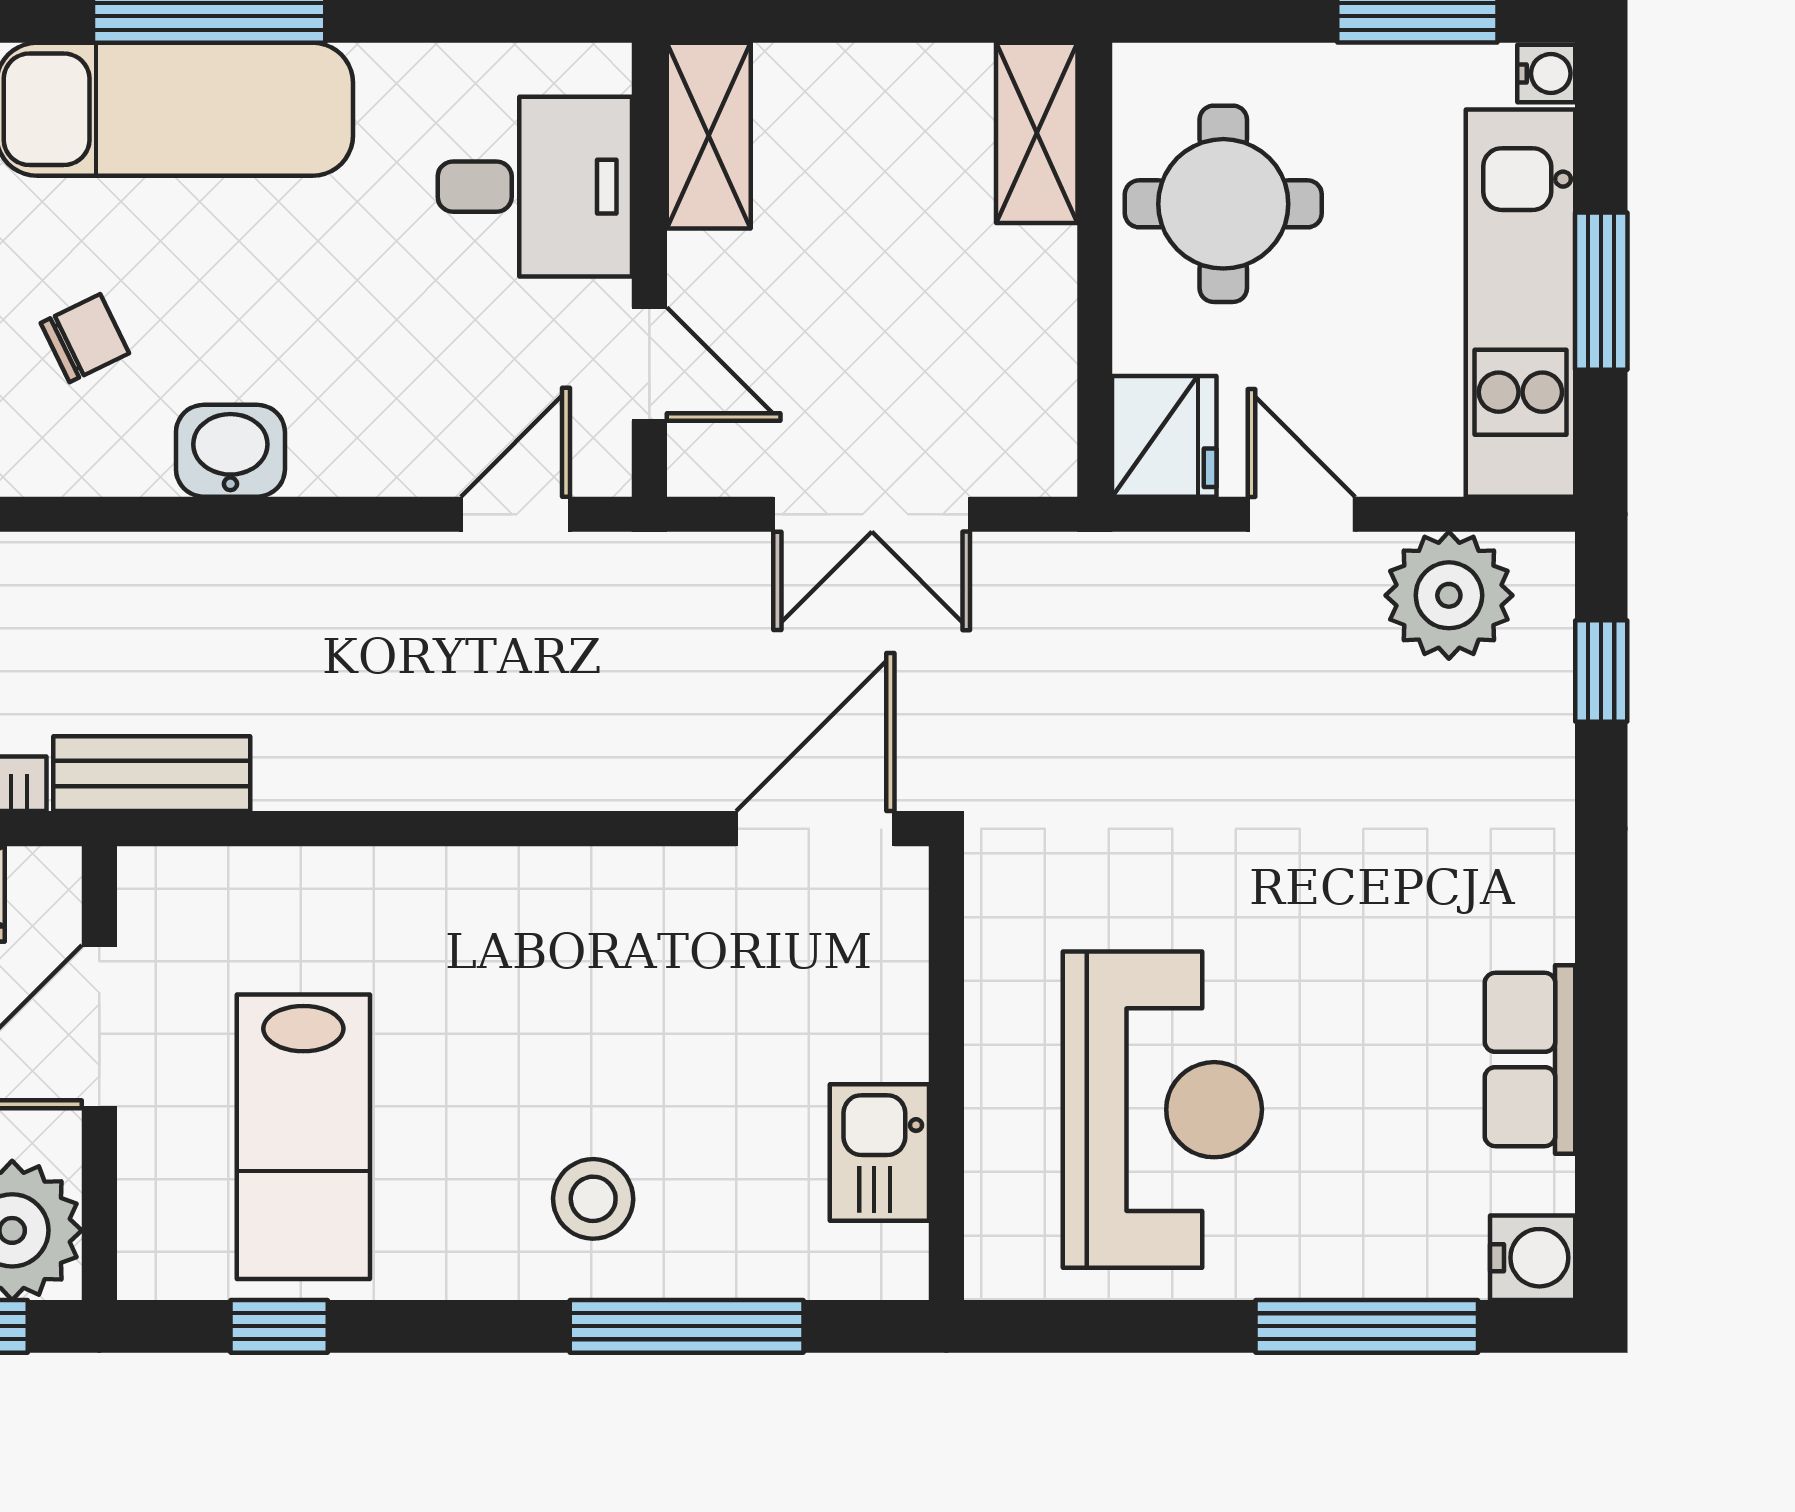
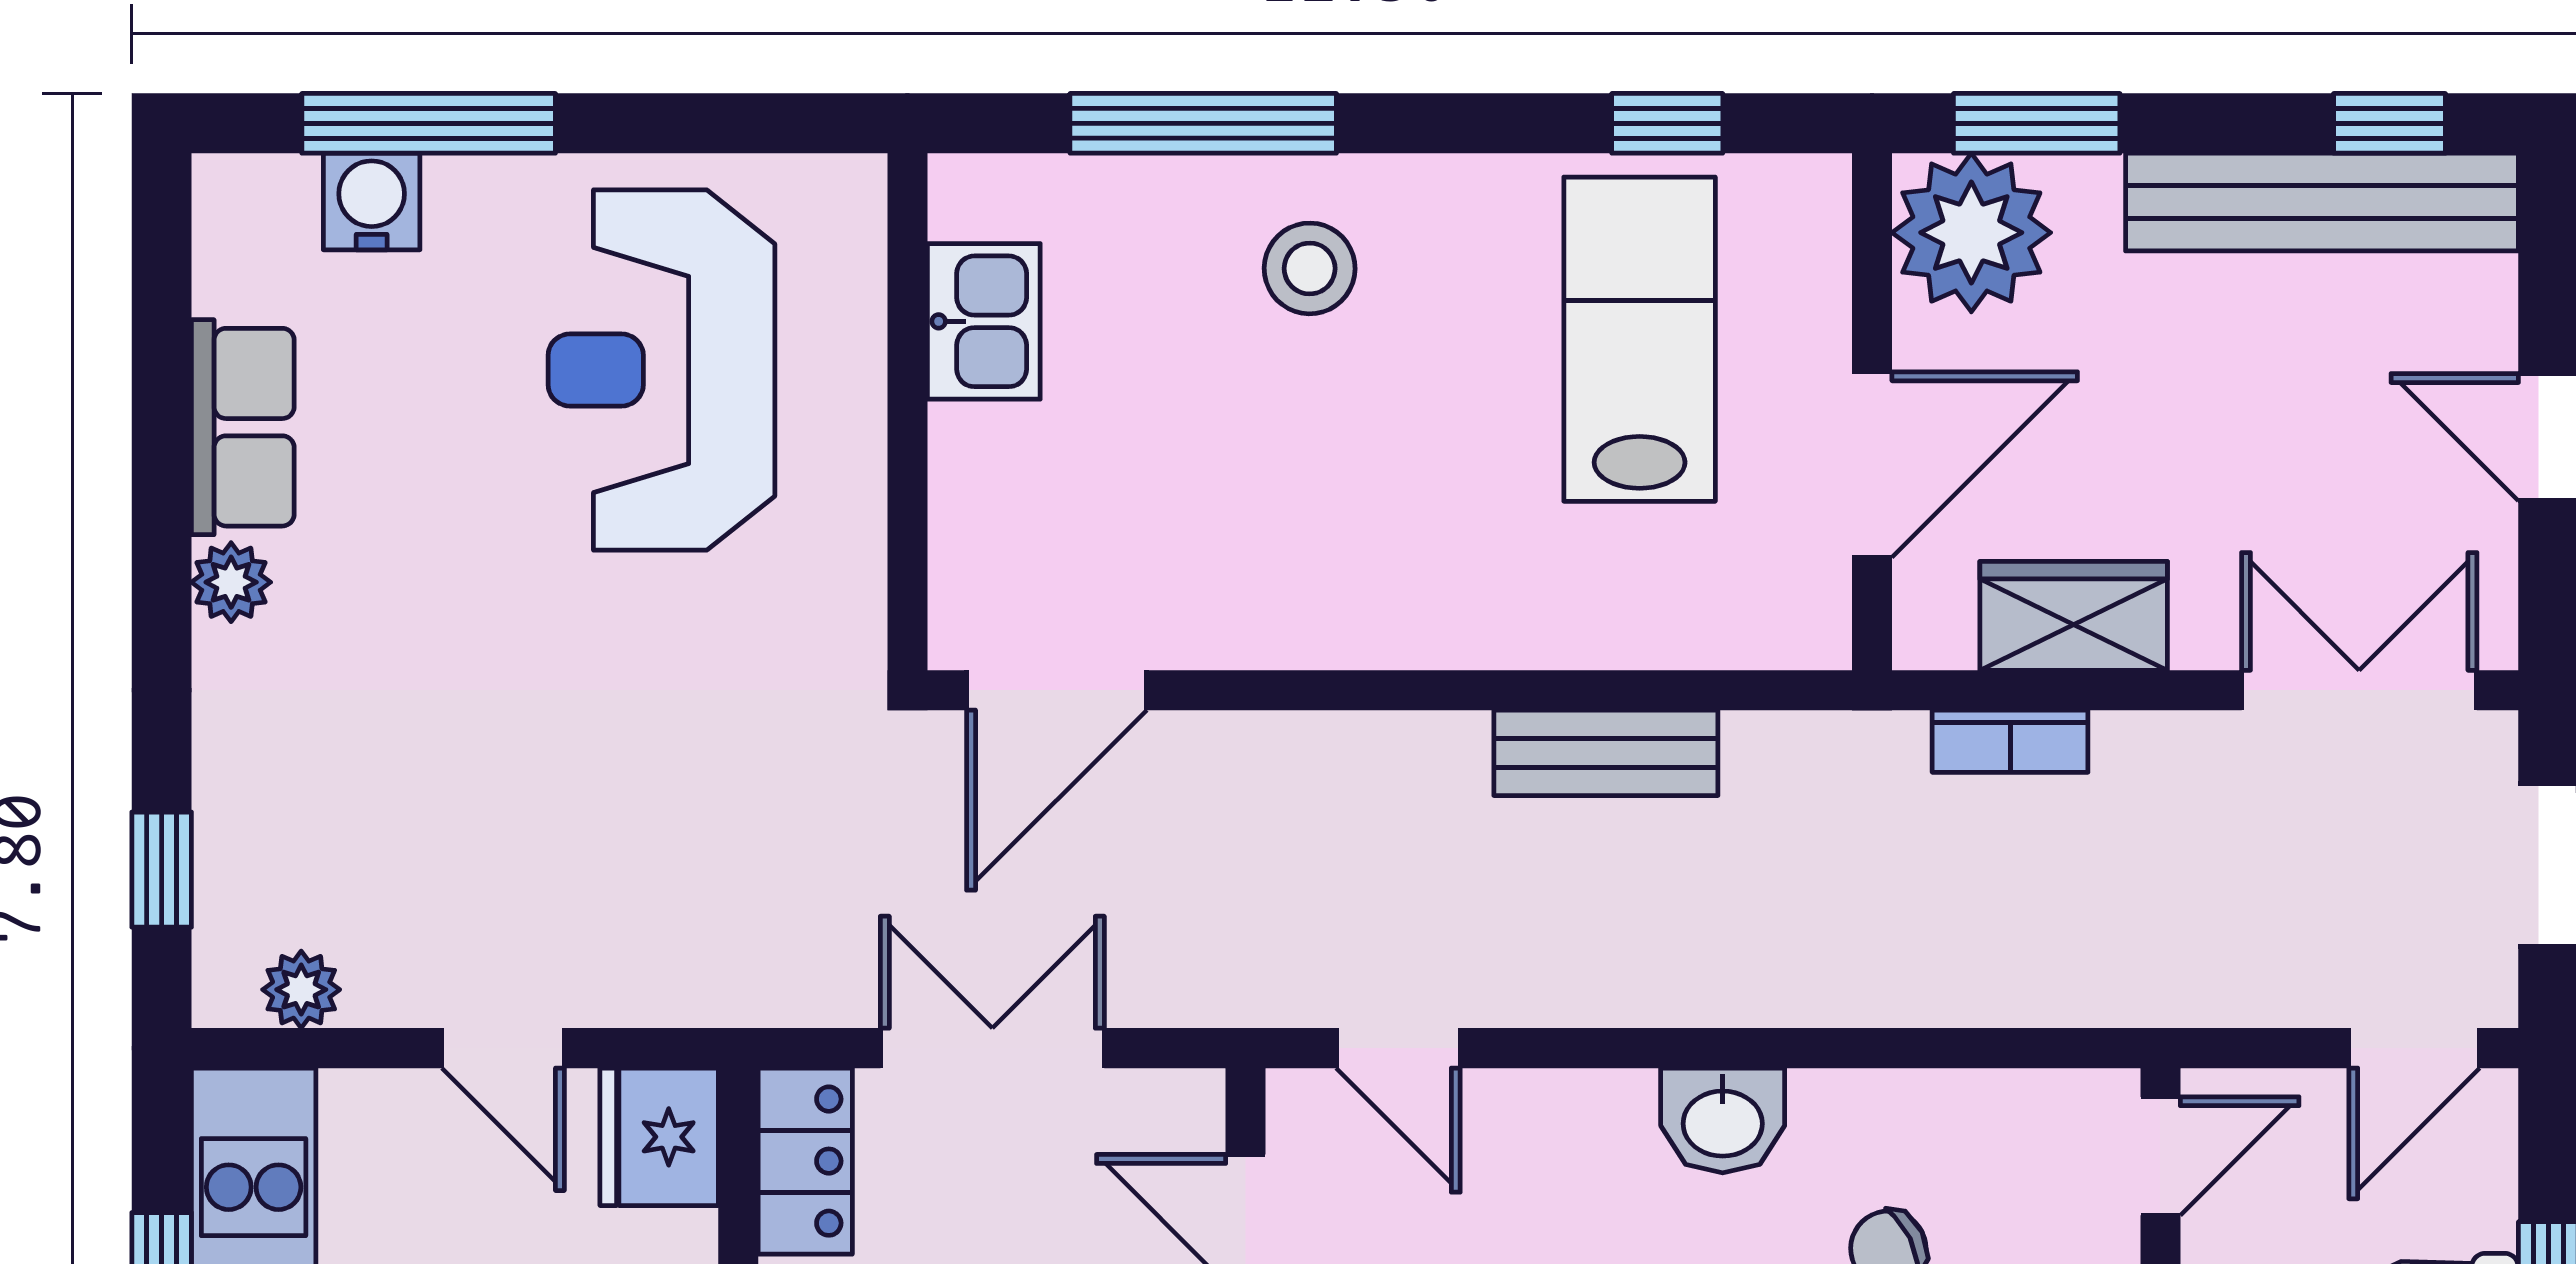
locker: (1036, 415) -> (805, 1161), added
door: (515, 514) -> (1398, 1048), hinge flipped
plant: (1449, 595) -> (301, 990), width x0.53, depth x0.53
bench: (152, 774) -> (1606, 753), moved
plant: (1540, 923) -> (231, 582), added
water cooler: (1533, 1258) -> (372, 201), moved, turned 90

